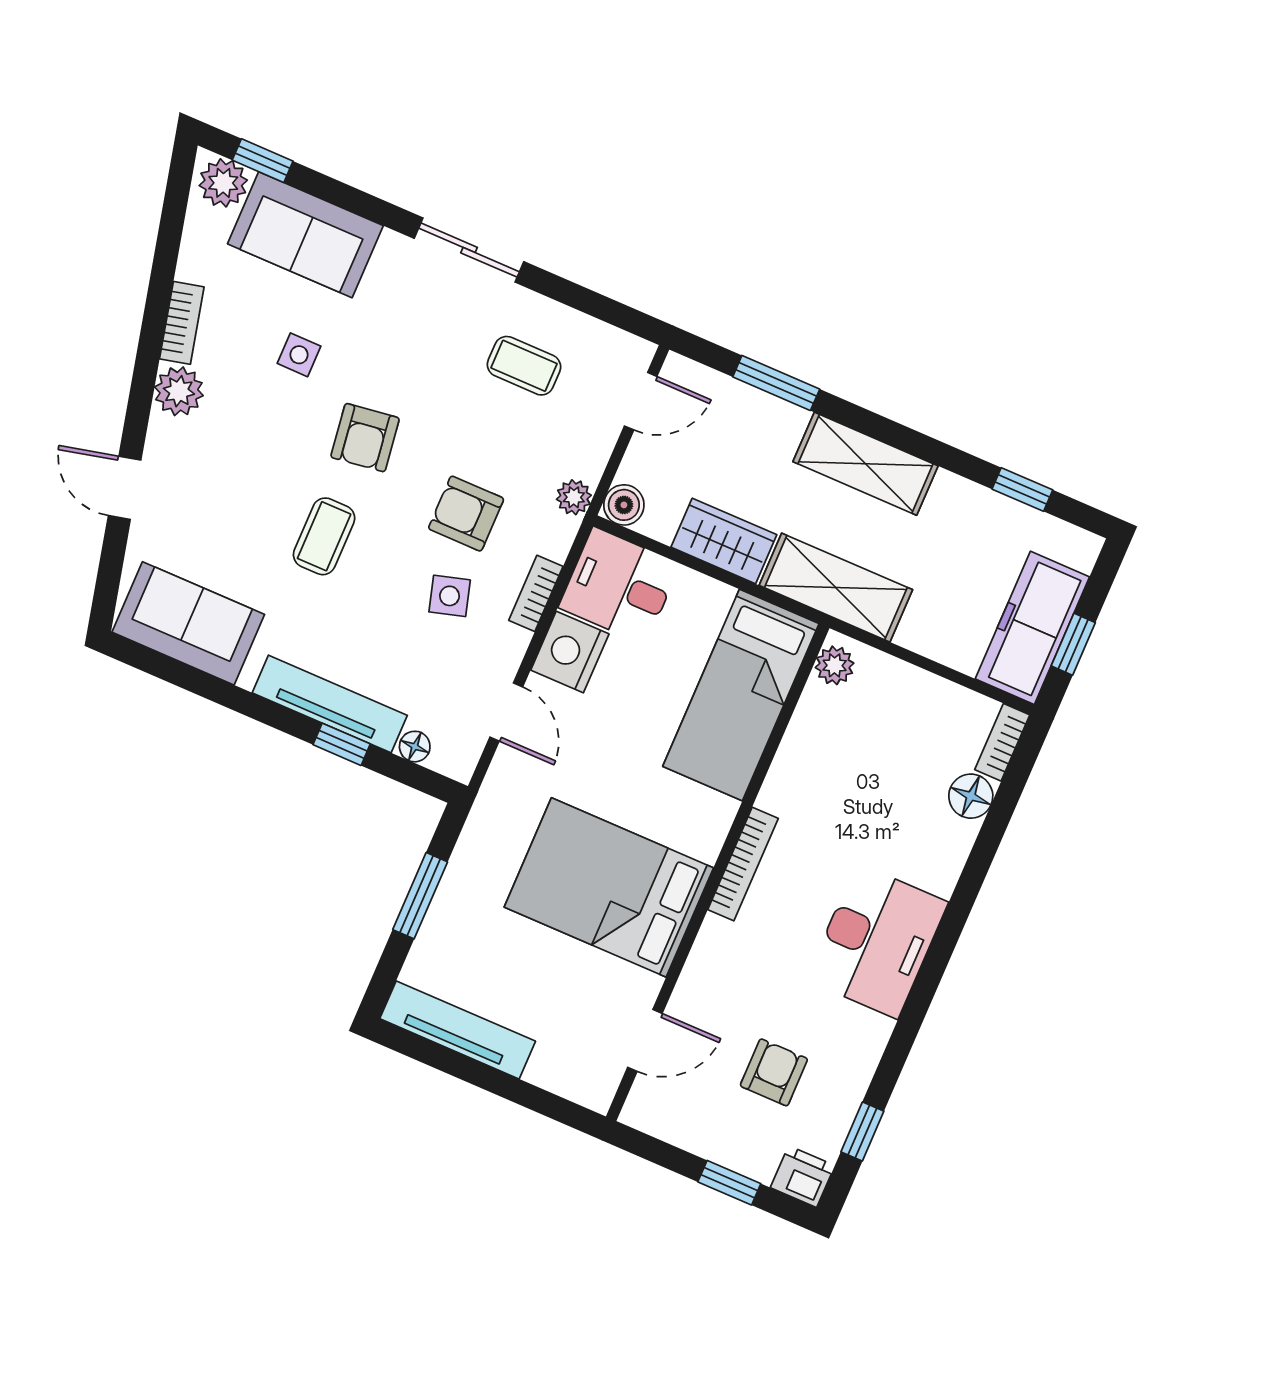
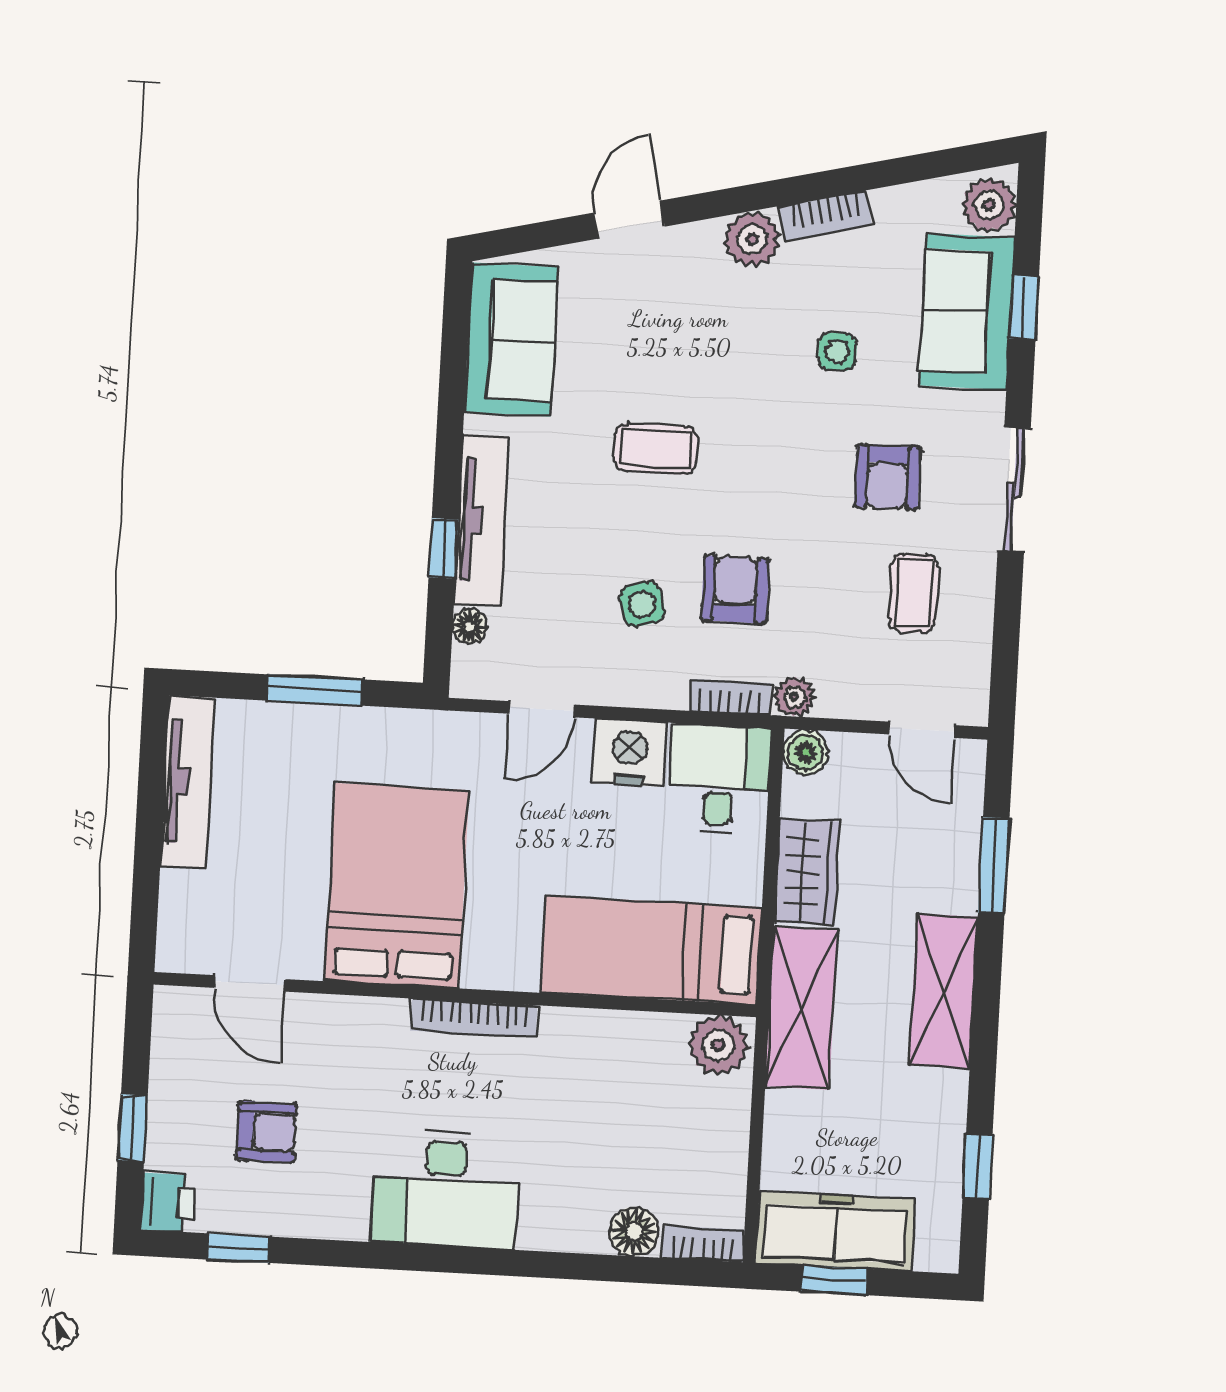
window: (263, 161) -> (1024, 308), moved
armchair: (365, 438) -> (887, 477), moved, turned -82
bookcase: (536, 593) -> (730, 697), moved
plant: (835, 665) -> (718, 1045), width x1.38, depth x1.38

